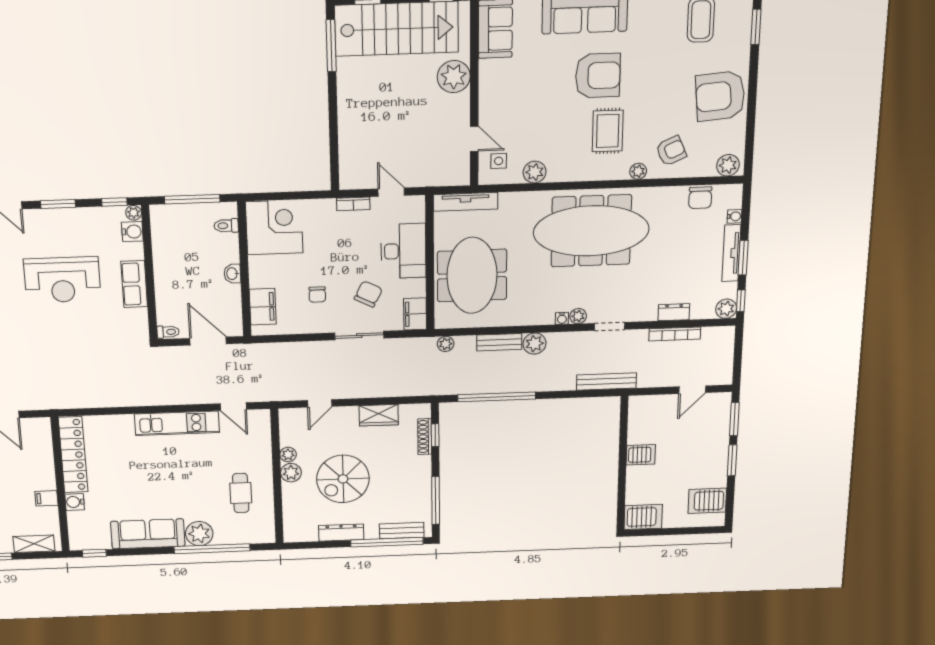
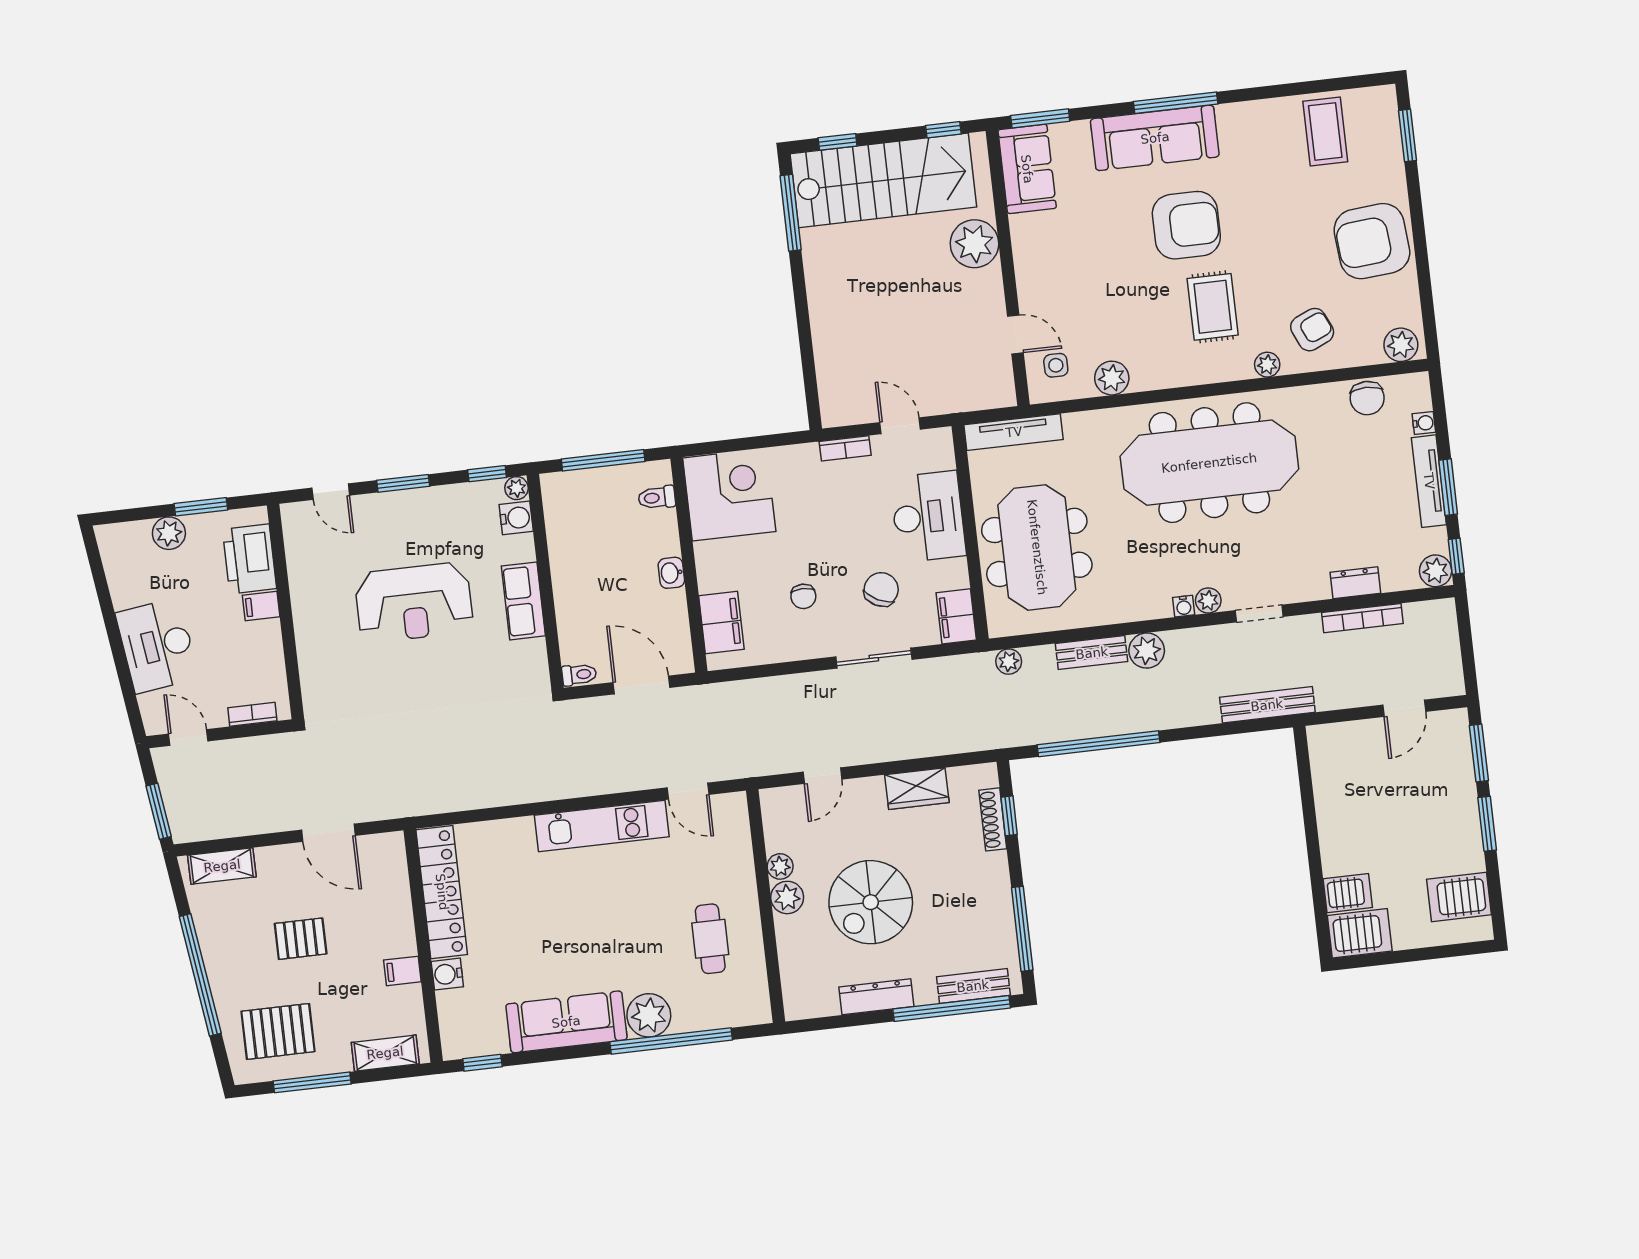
server rack: (641, 455) -> (1348, 893), moved

